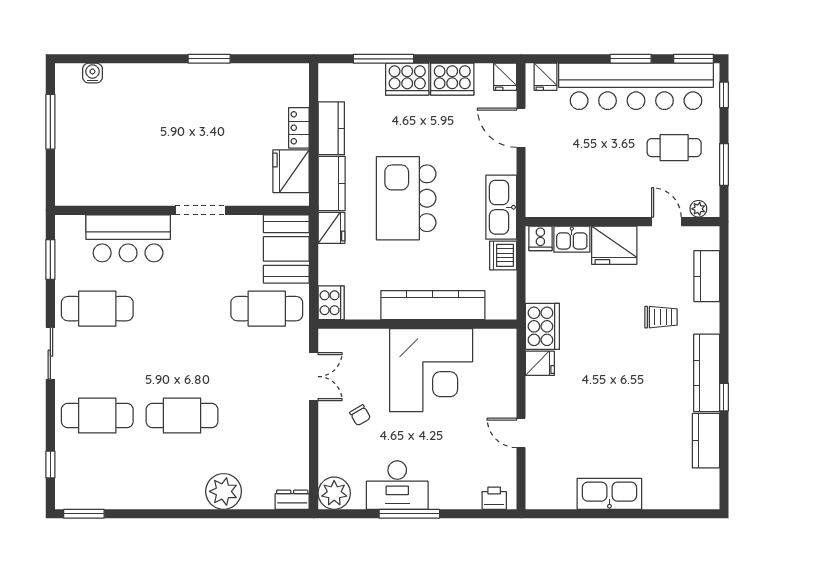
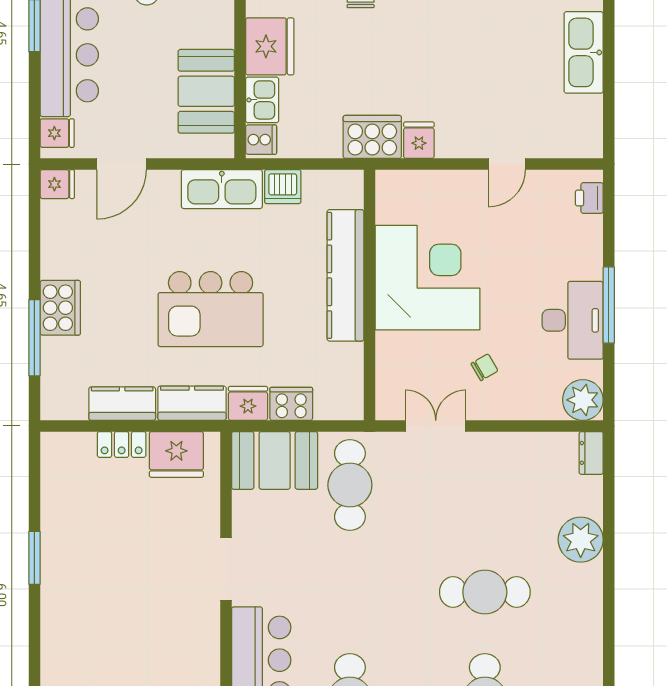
cooker: (452, 79) -> (60, 251), removed
booth: (579, 195) -> (206, 91), added
cooker: (331, 303) -> (291, 404), moved
cafe table: (182, 416) -> (485, 592), turned 90

